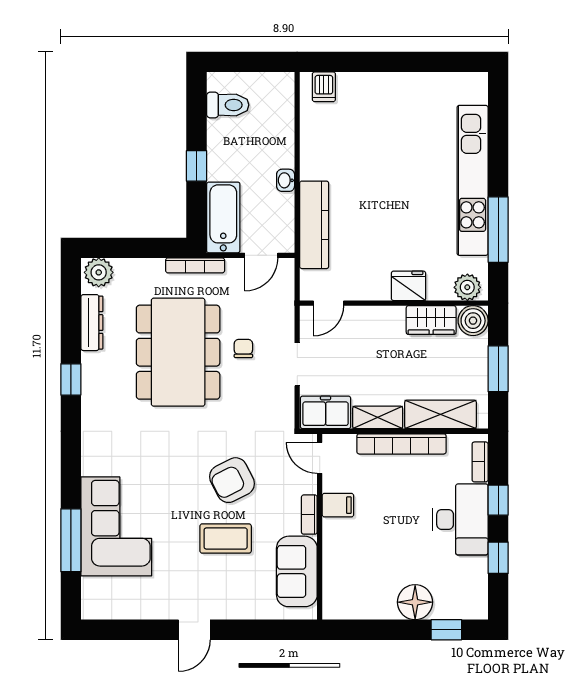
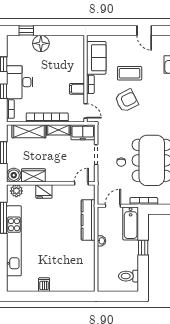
dishwasher: (324, 87) -> (44, 285), moved
door: (194, 630) -> (144, 31), swing flipped

